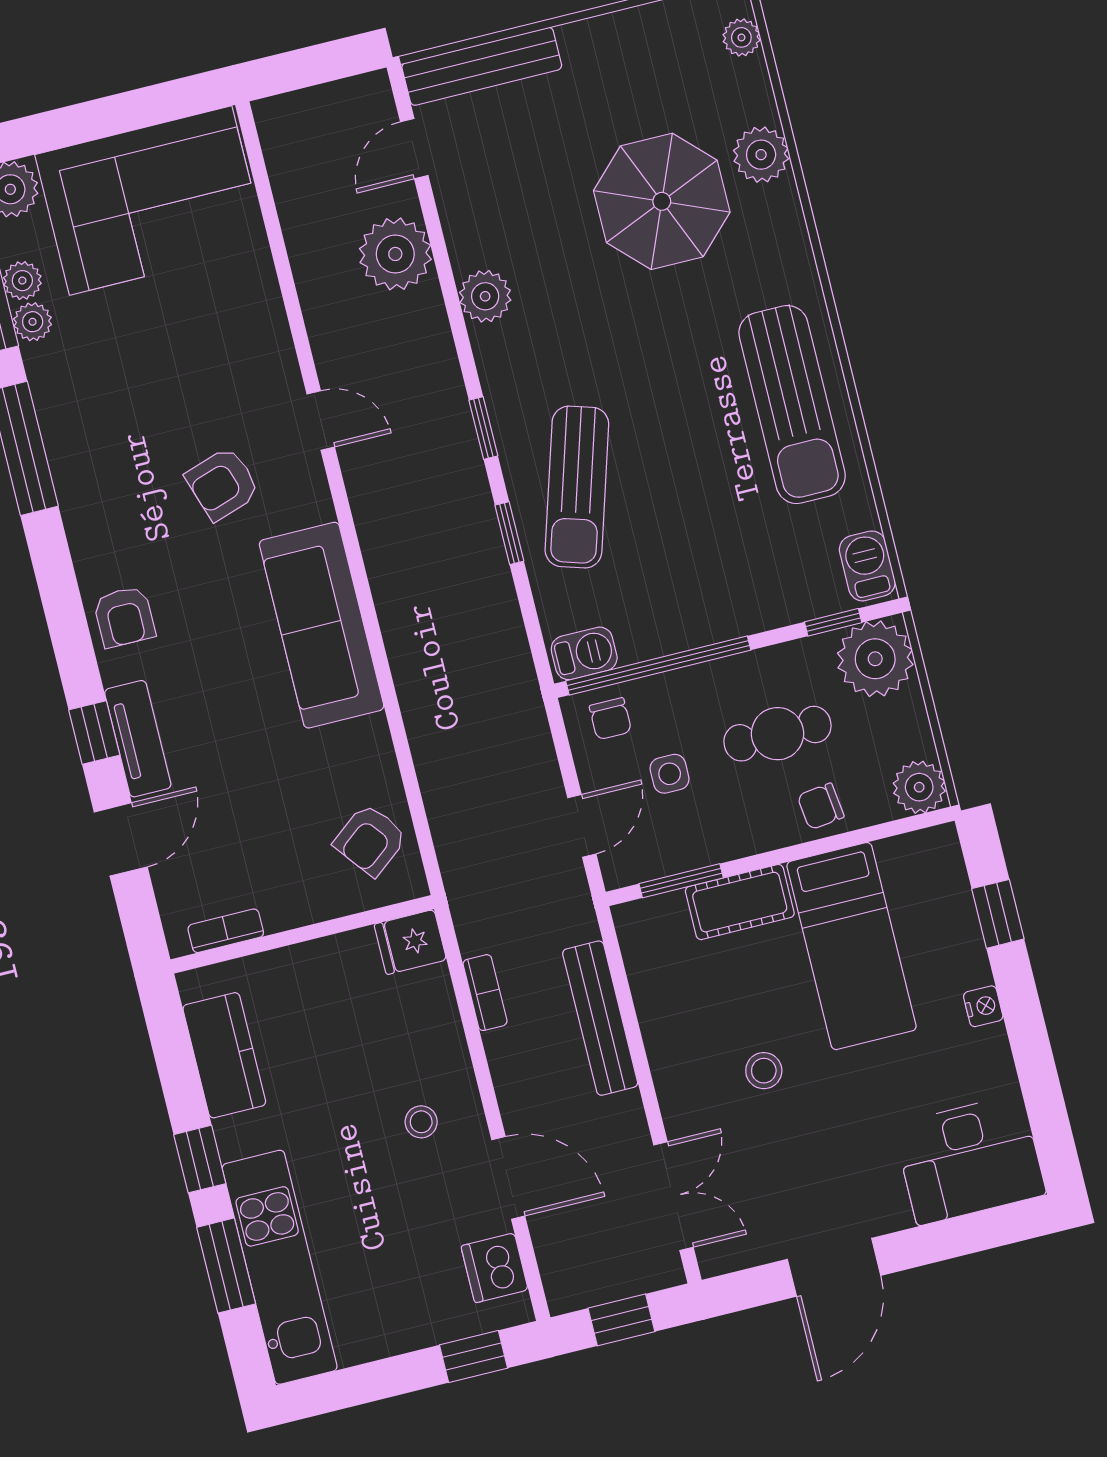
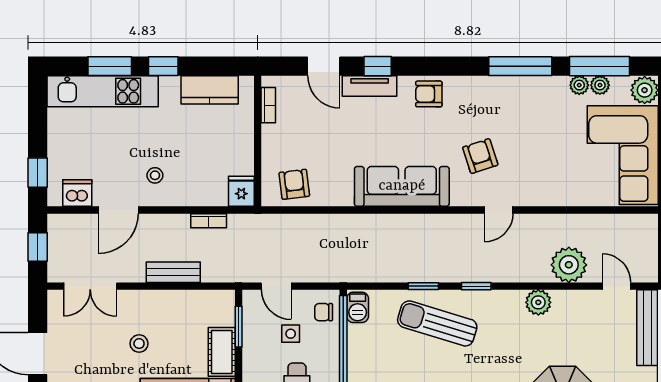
armchair: (370, 840) -> (294, 184), turned 31
bench: (600, 1018) -> (173, 272), width x0.73

